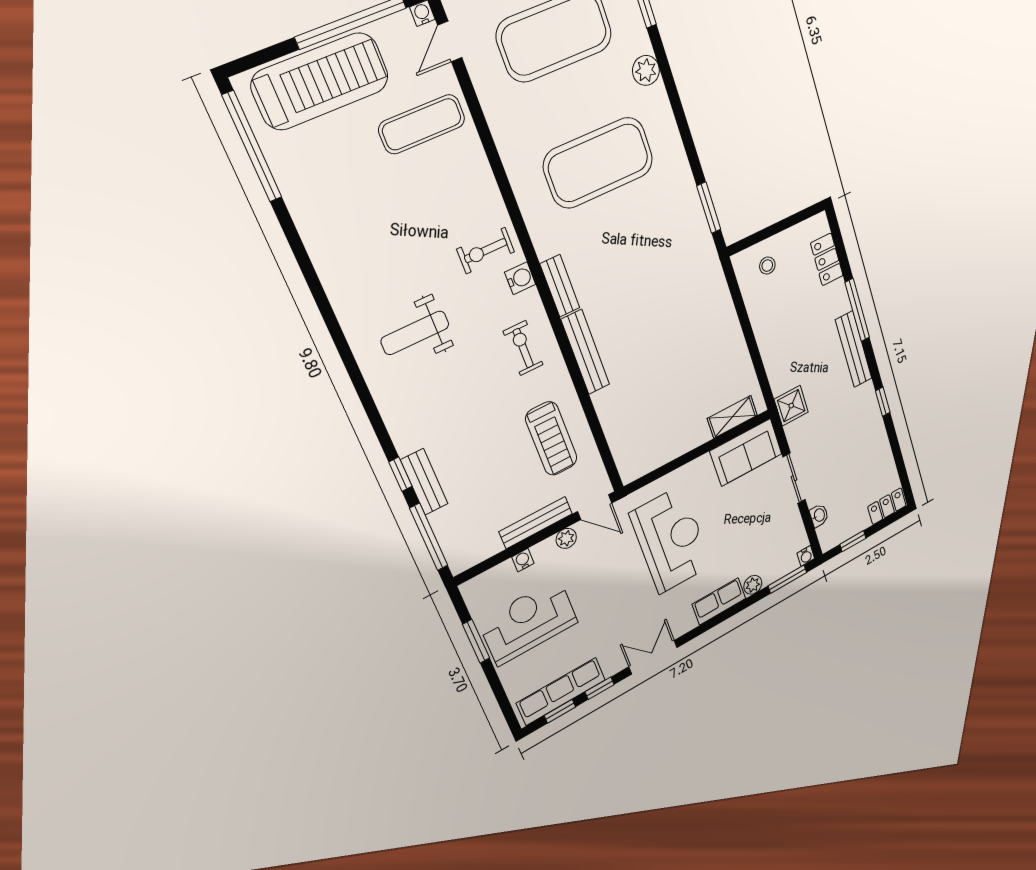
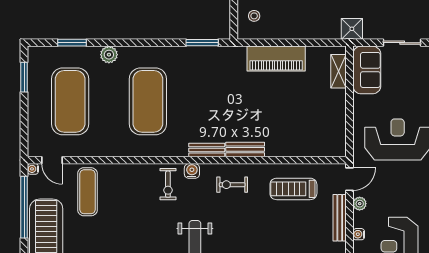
piano: (721, 324) -> (276, 59), added
bench: (585, 352) -> (245, 149), width x0.73
treadmill: (551, 439) -> (293, 189), turned 180

